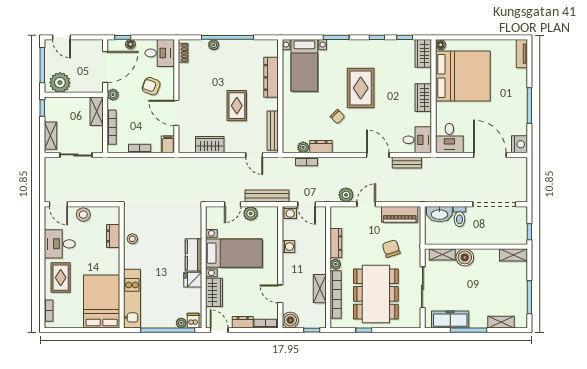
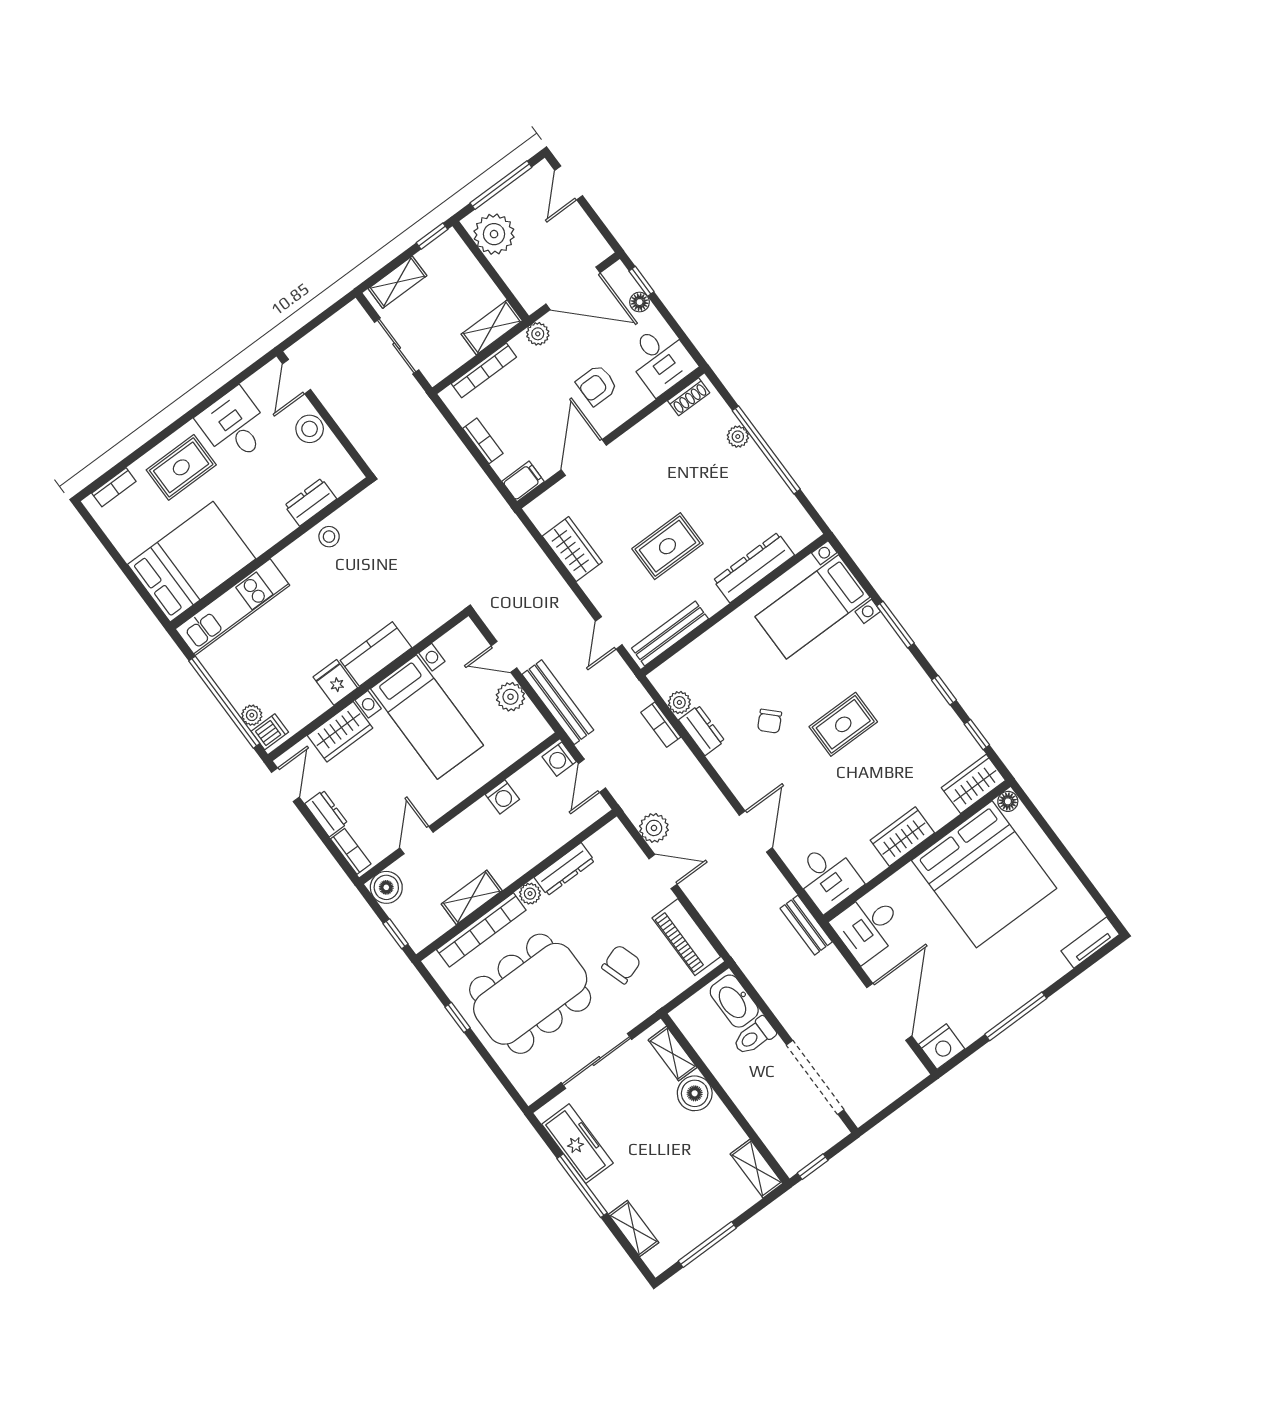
armchair: (151, 86) -> (597, 385), turned -111
rug: (361, 88) -> (843, 724), width x0.73, depth x0.70
bench: (407, 163) -> (806, 925), moved

